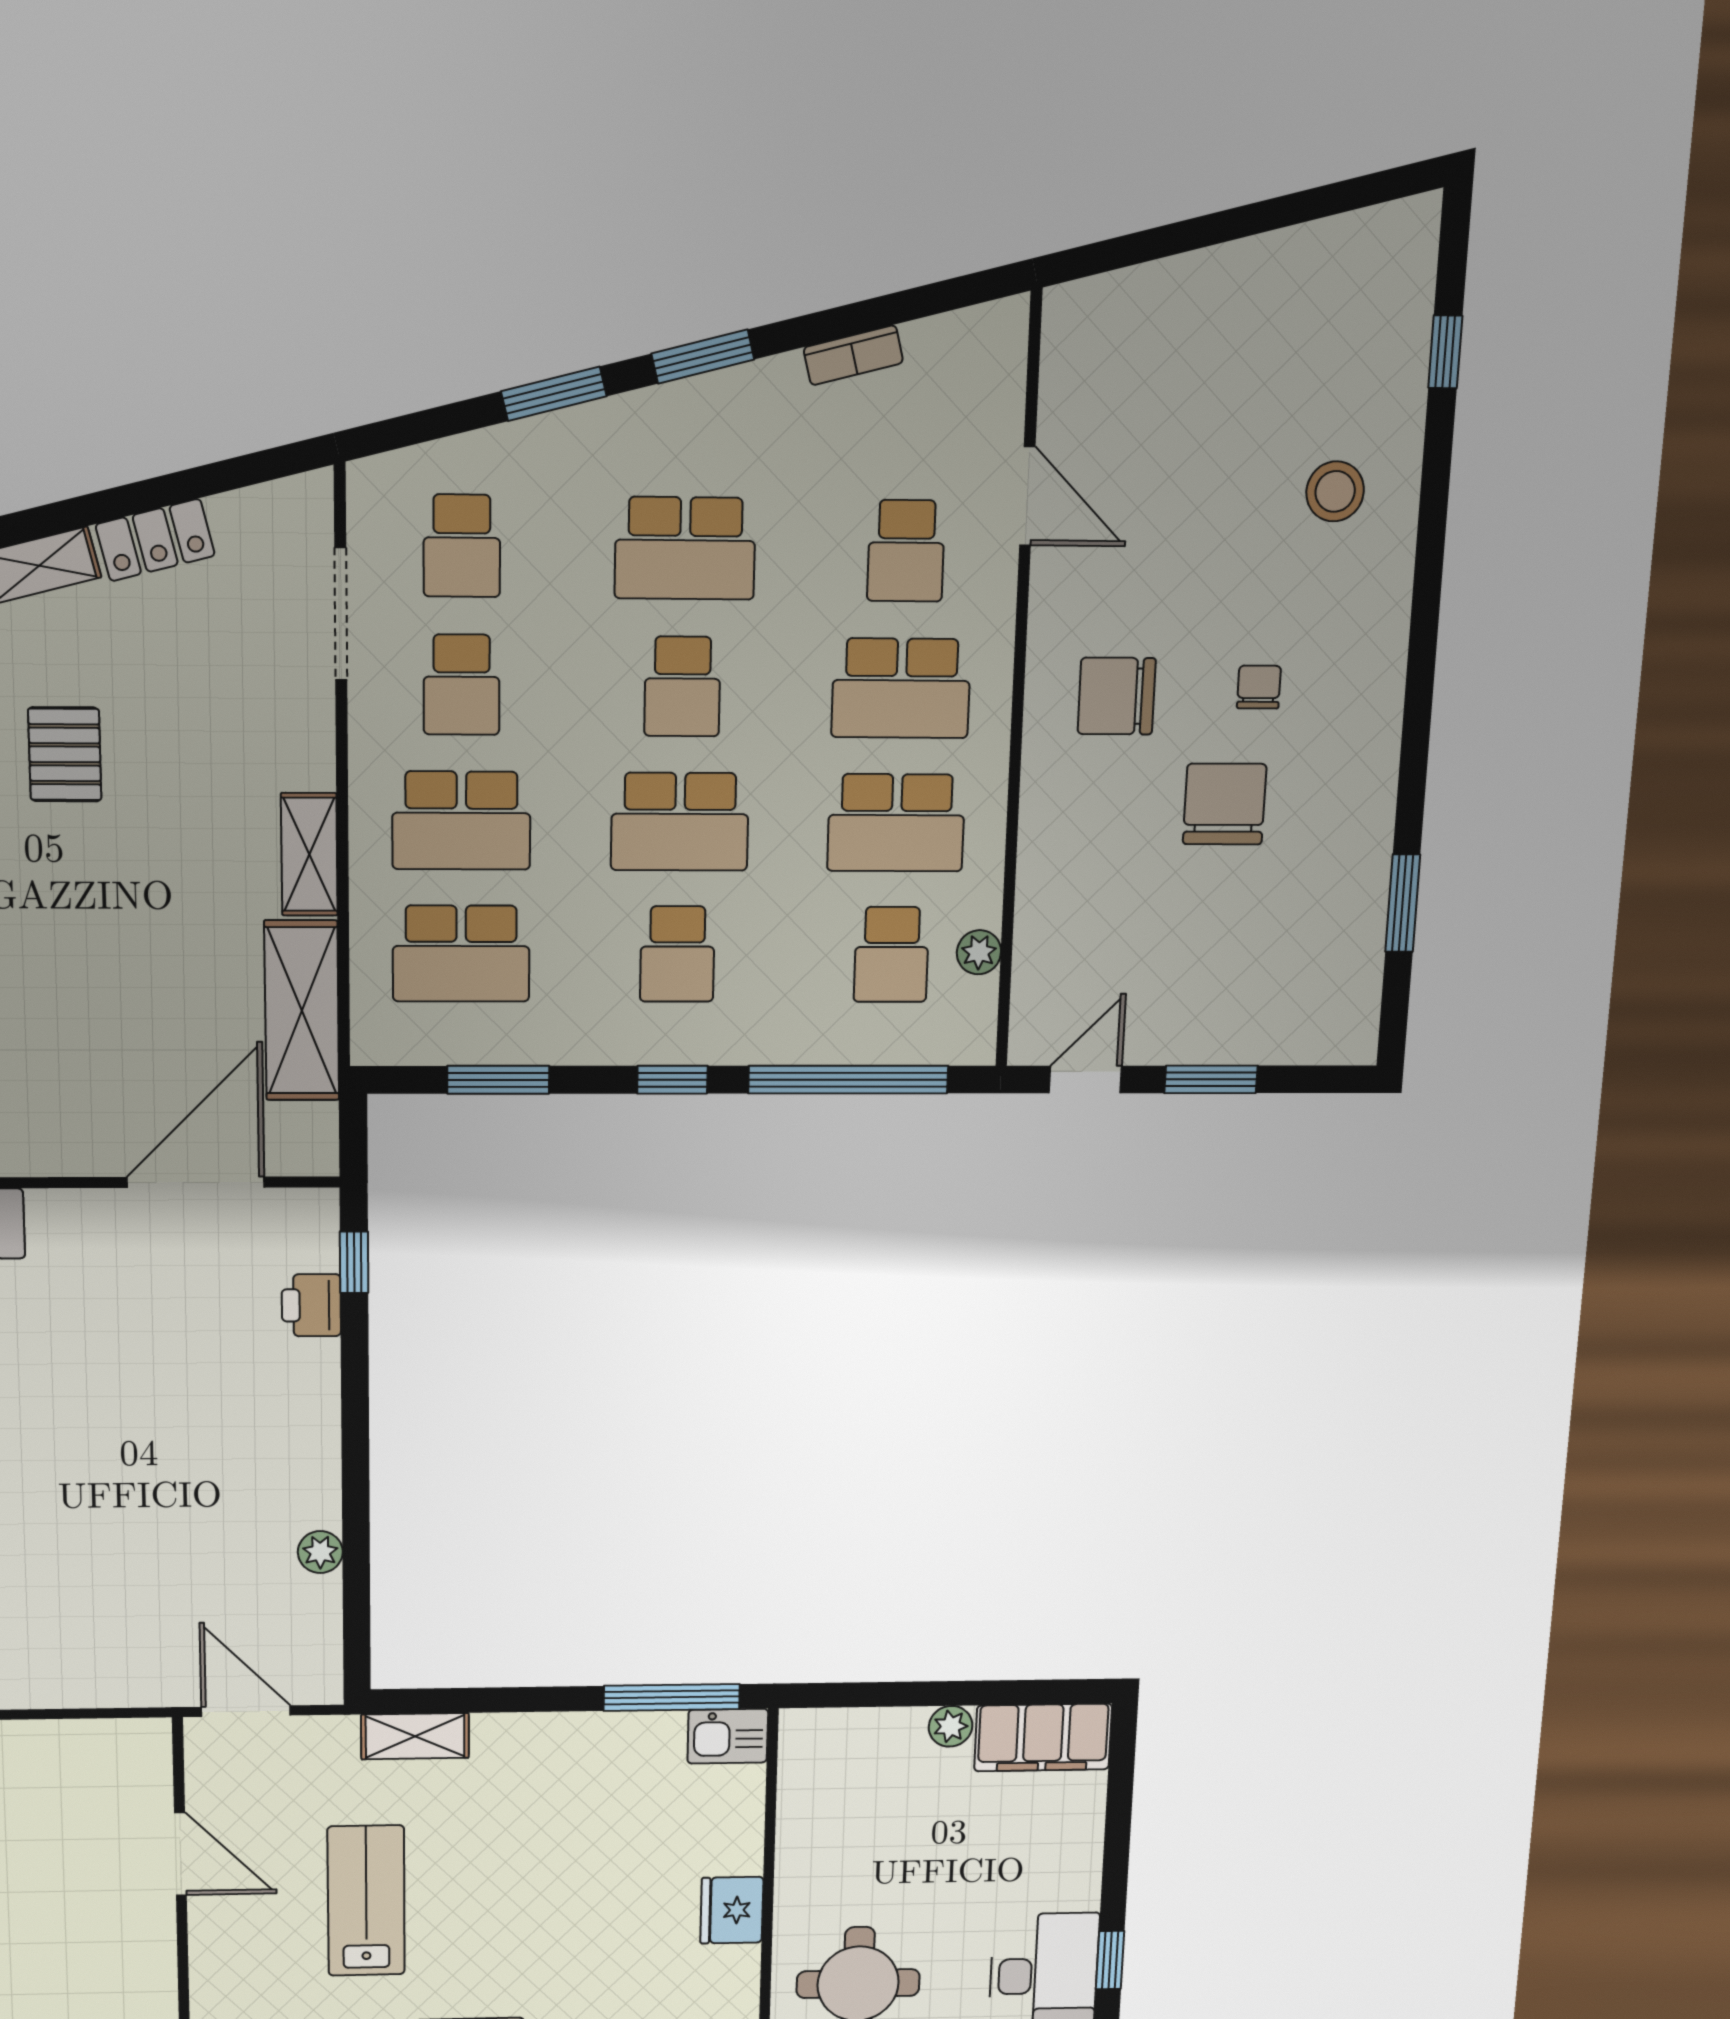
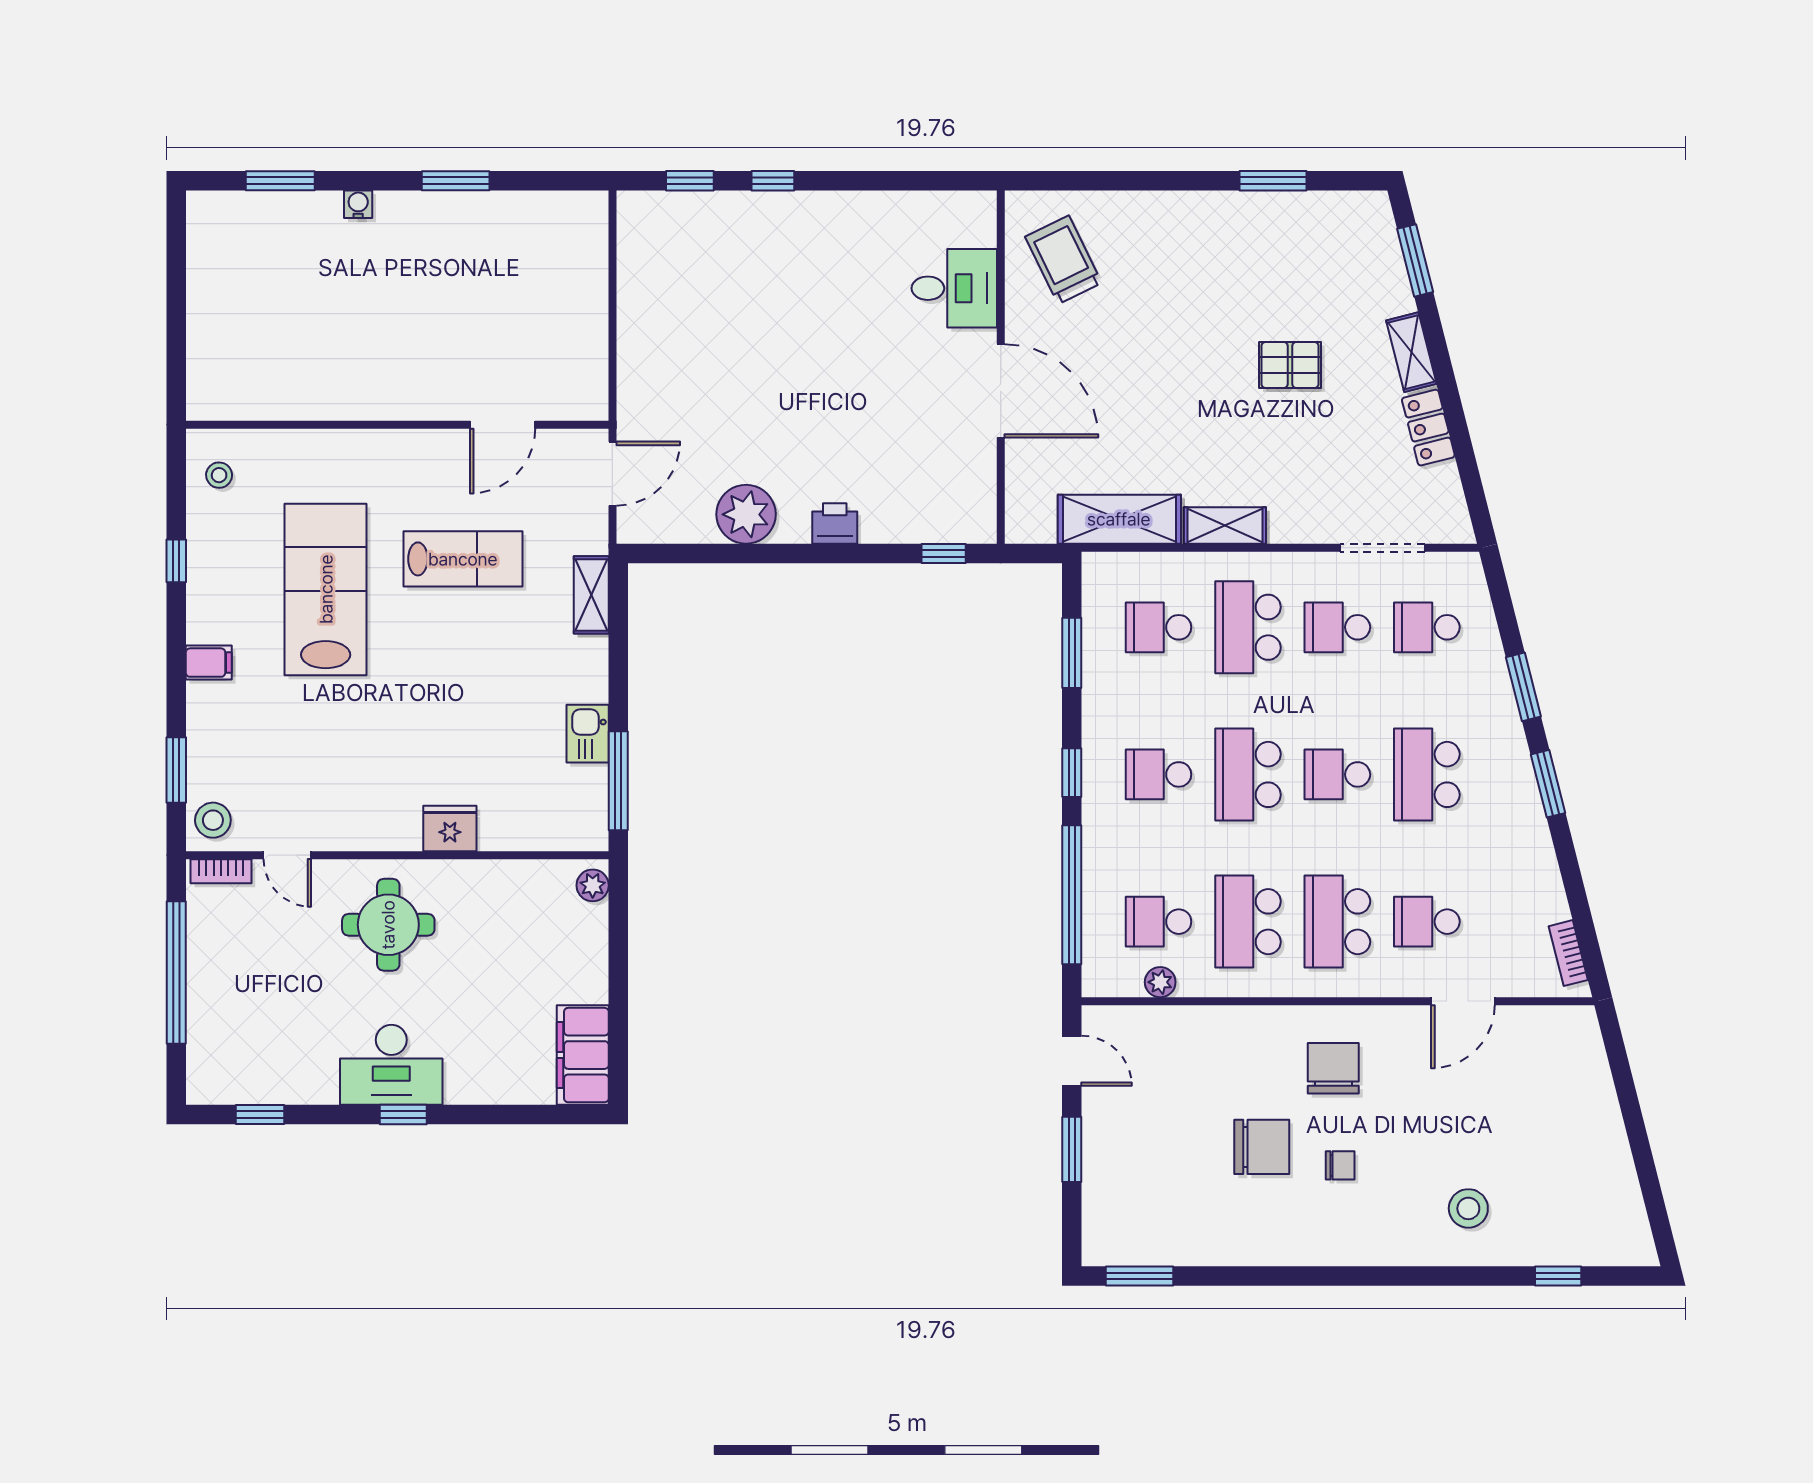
bookcase: (853, 355) -> (1568, 953), moved
window: (1403, 903) -> (1139, 1276), moved
school desk: (461, 954) -> (1158, 627), width x0.54
door: (196, 1182) -> (1001, 391), moved
printer: (311, 1305) -> (835, 524), moved
plant: (320, 1552) -> (746, 514), width x1.88, depth x1.88
plant: (951, 1726) -> (593, 885), moved
kitchen sink: (728, 1736) -> (588, 734), moved

